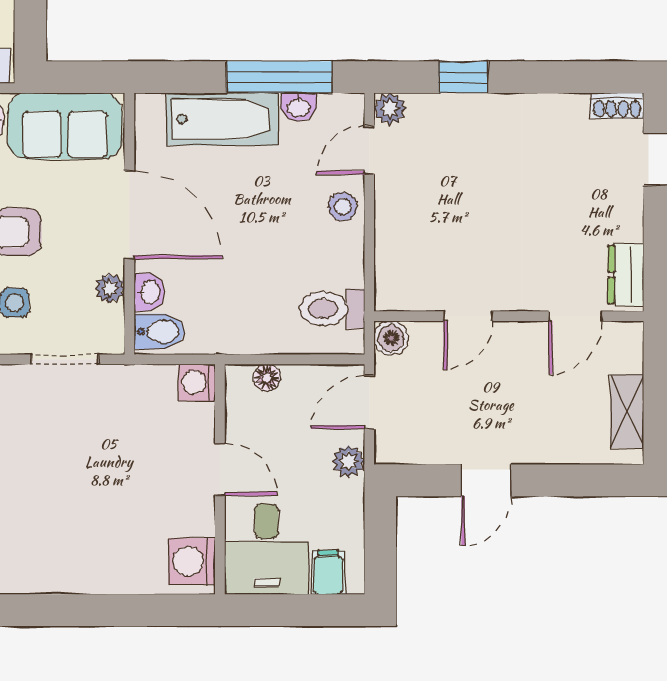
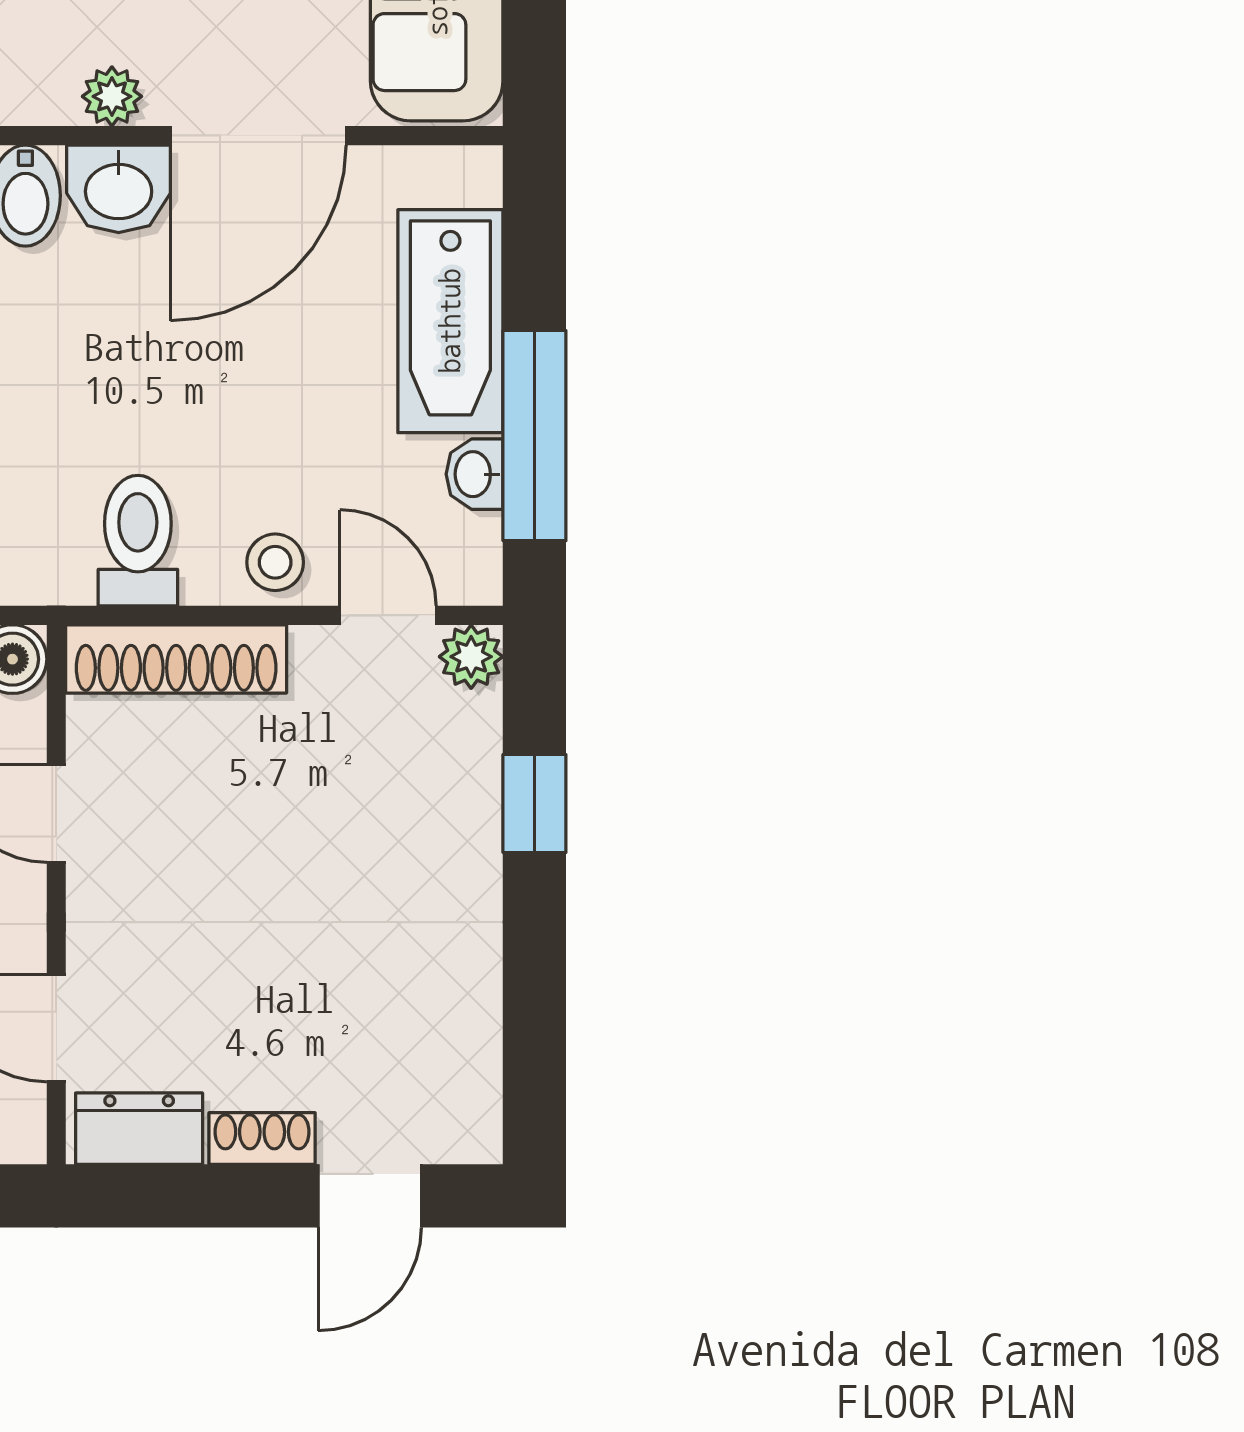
shoe rack: (617, 106) -> (262, 1139), moved, turned 90
shoe rack: (391, 256) -> (176, 659), added
washbasin: (149, 292) -> (119, 189), width x1.38, depth x1.45
toilet: (332, 309) -> (138, 541), moved

